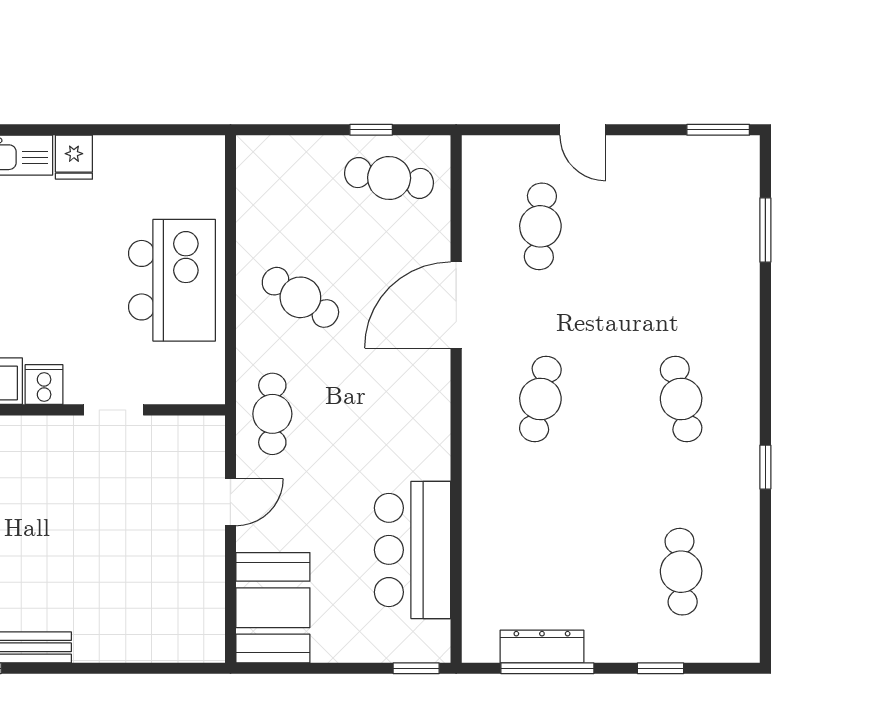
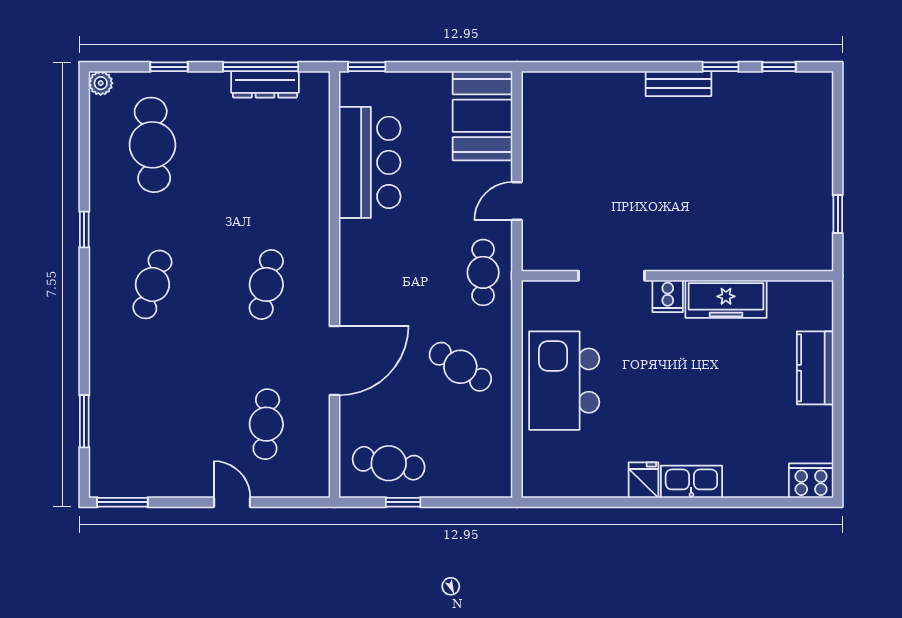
cafe table: (681, 399) -> (152, 284), turned 30
doorway: (114, 410) -> (612, 276), width x1.38
cafe table: (681, 572) -> (152, 145), width x1.37, depth x1.35
plant: (745, 648) -> (101, 83), added

